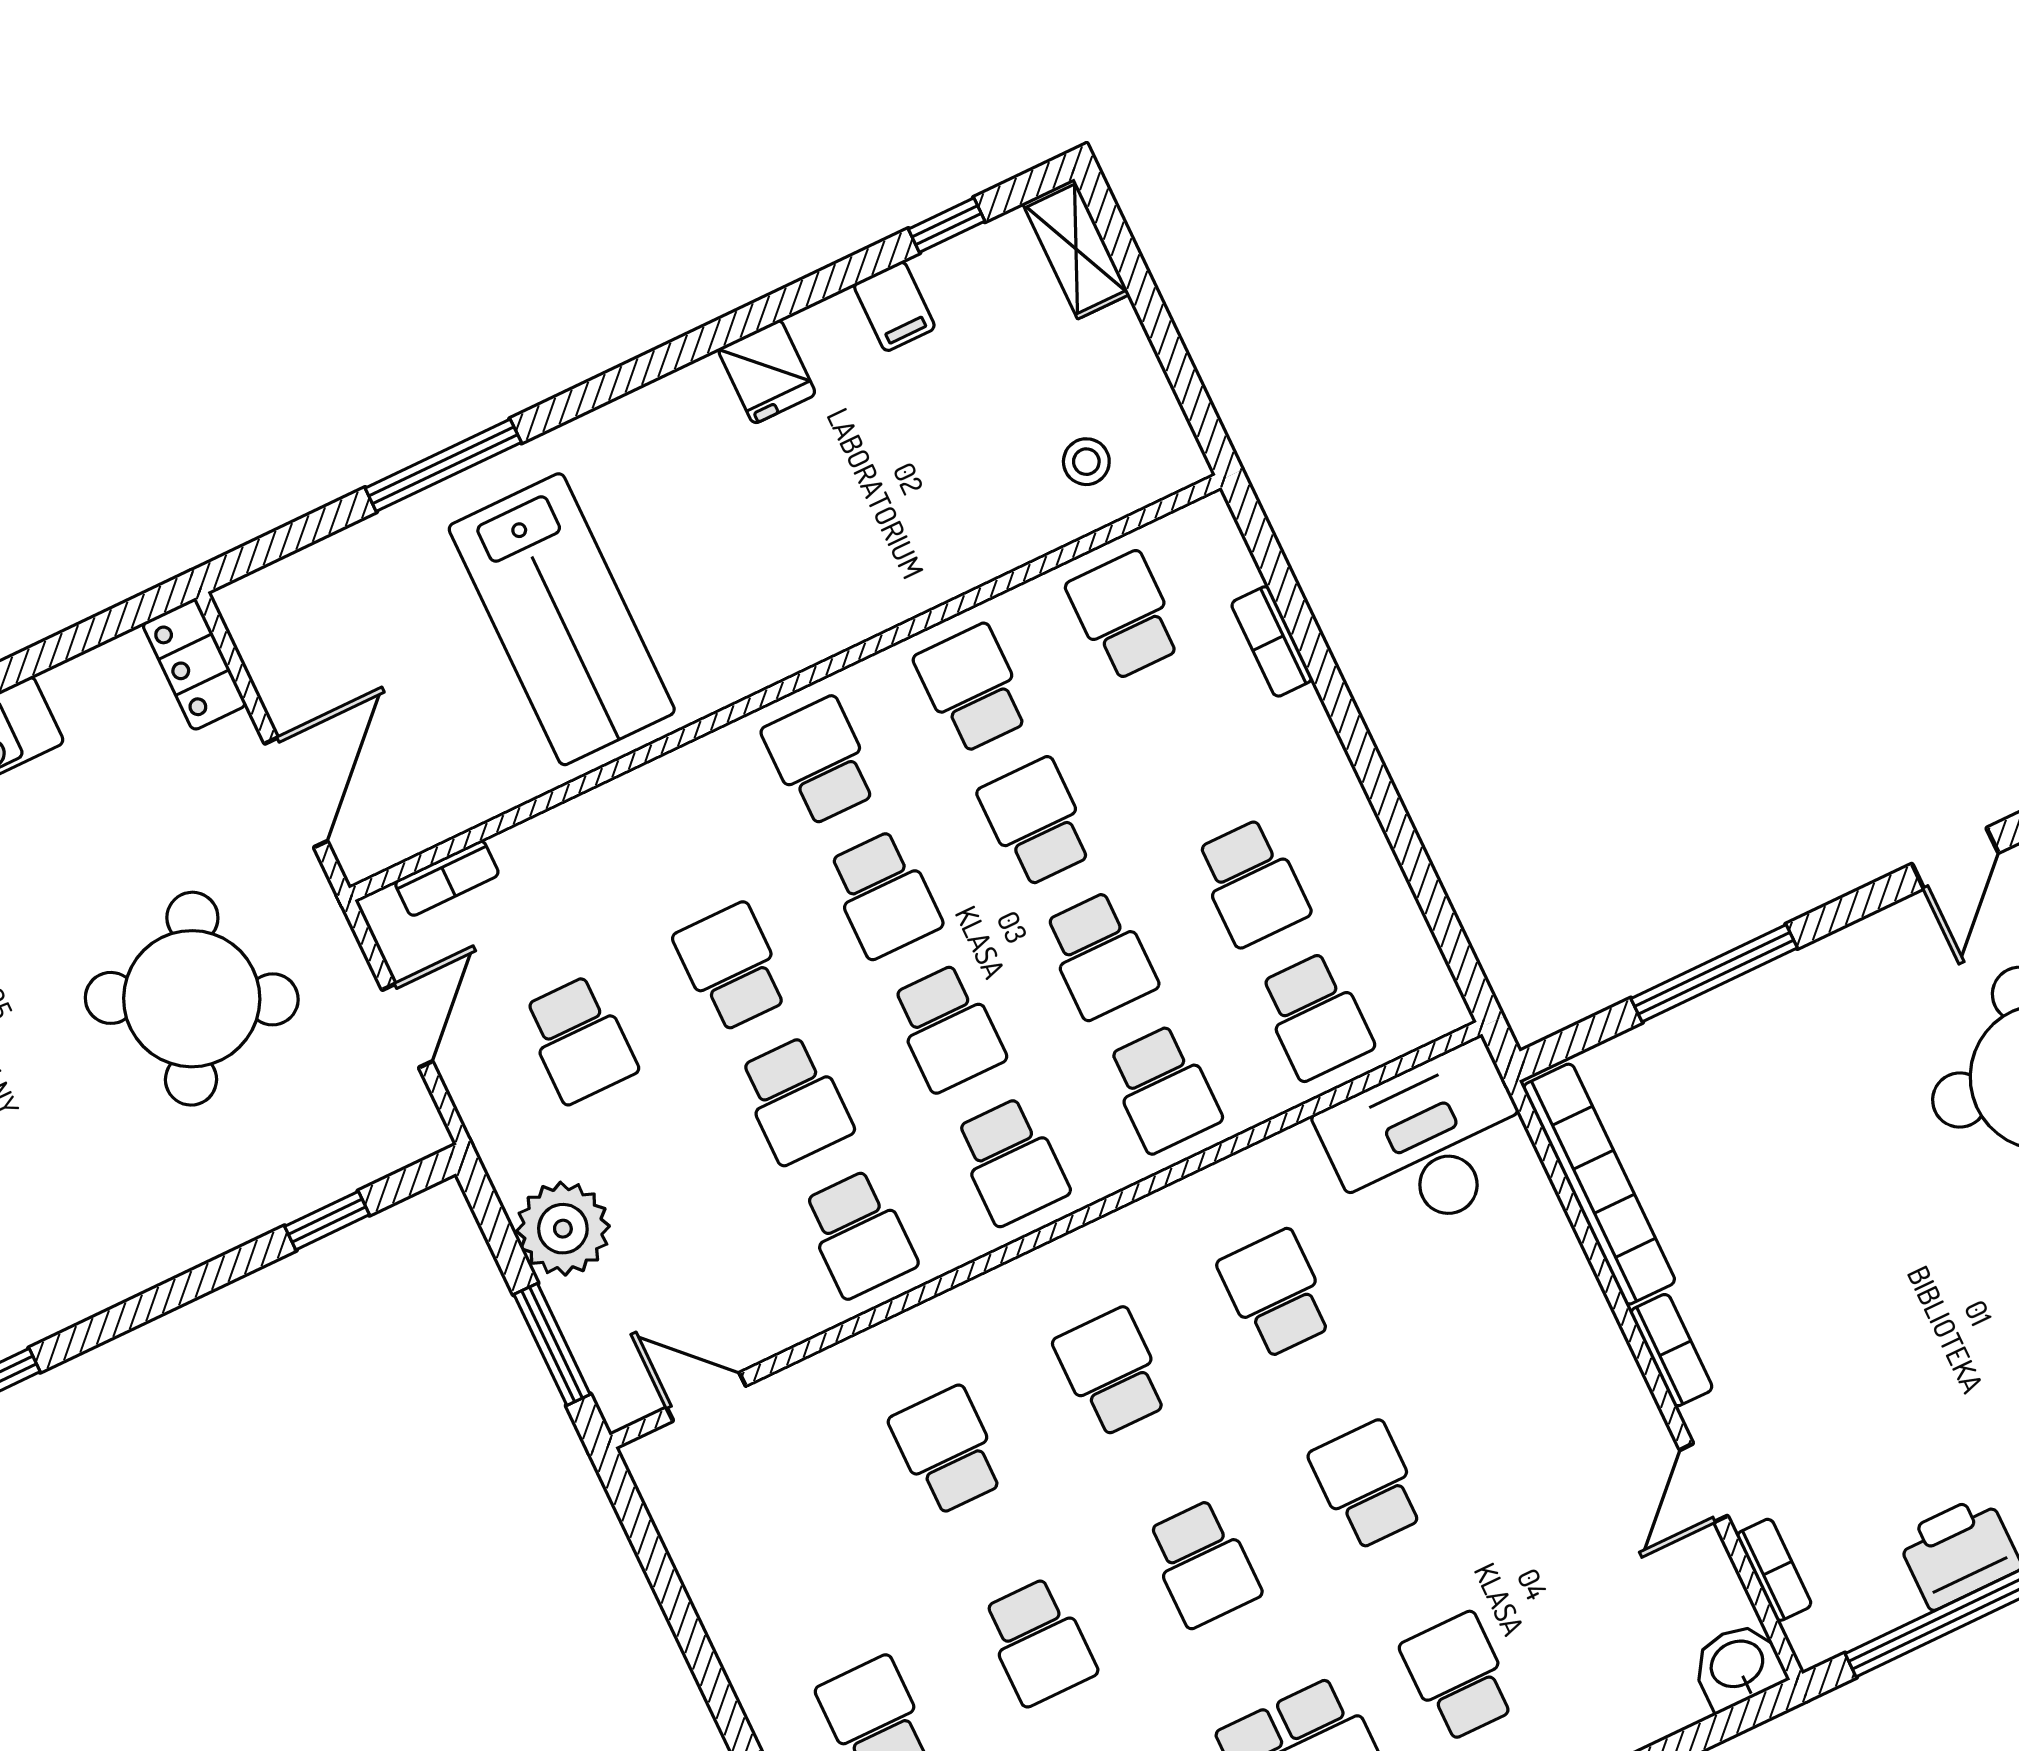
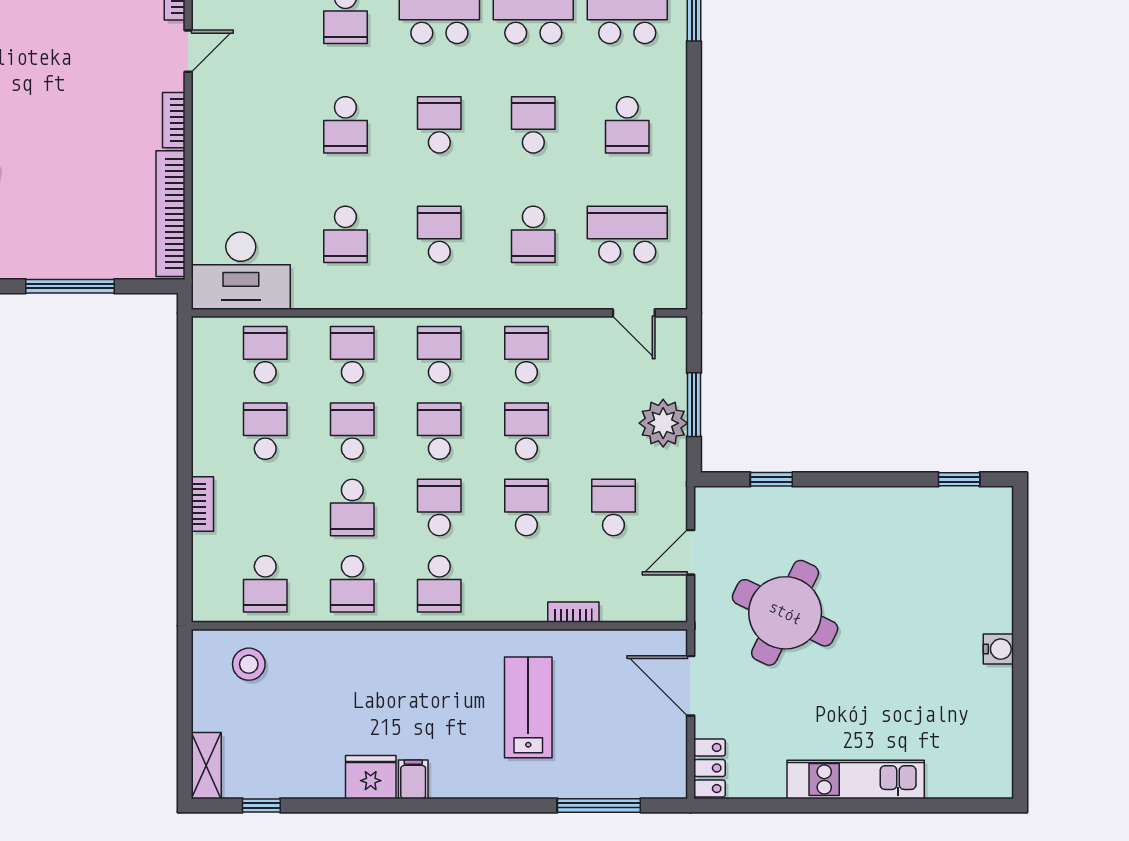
filing cabinet: (894, 306) -> (413, 779), moved
fridge: (767, 372) -> (371, 777), width x1.38
stool: (1086, 462) -> (249, 664), width x1.37, depth x1.37
window: (443, 465) -> (599, 805), moved
lab bench: (562, 619) -> (528, 707), width x0.73, depth x0.72
bookcase: (1272, 641) -> (202, 504), moved
door: (296, 792) -> (691, 686), hinge flipped
bookcase: (447, 878) -> (573, 612), moved
school desk: (732, 967) -> (526, 508), turned 180
window: (552, 1344) -> (694, 405), moved
school desk: (1112, 1372) -> (439, 234), turned 180
school desk: (783, 1529) -> (627, 234), added

